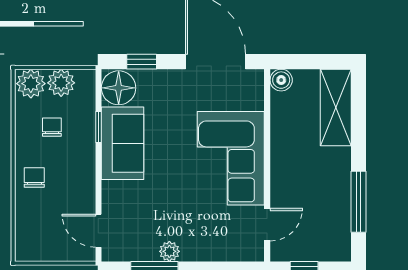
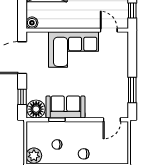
plant: (61, 83) -> (33, 140), removed
plant: (169, 251) -> (123, 82), removed

